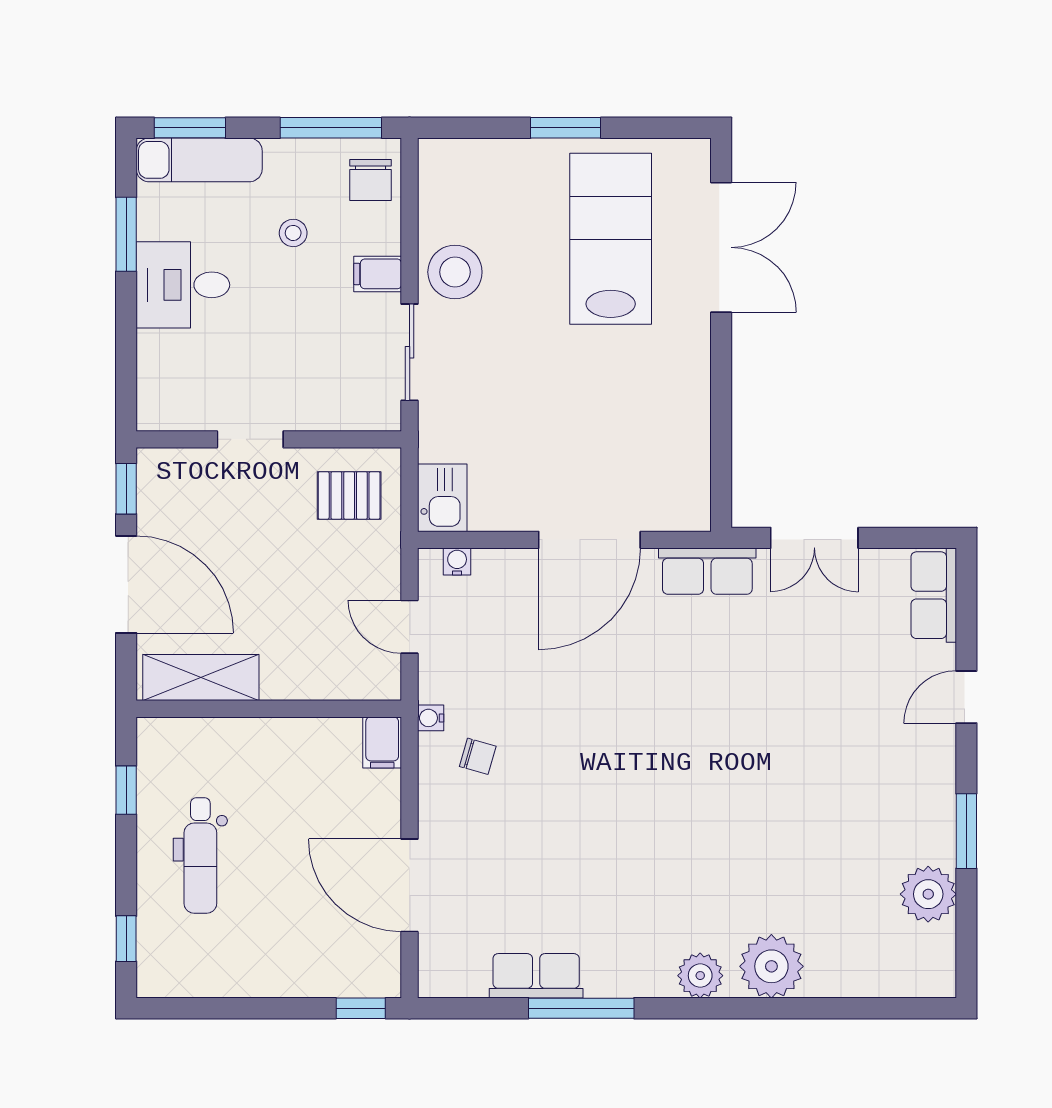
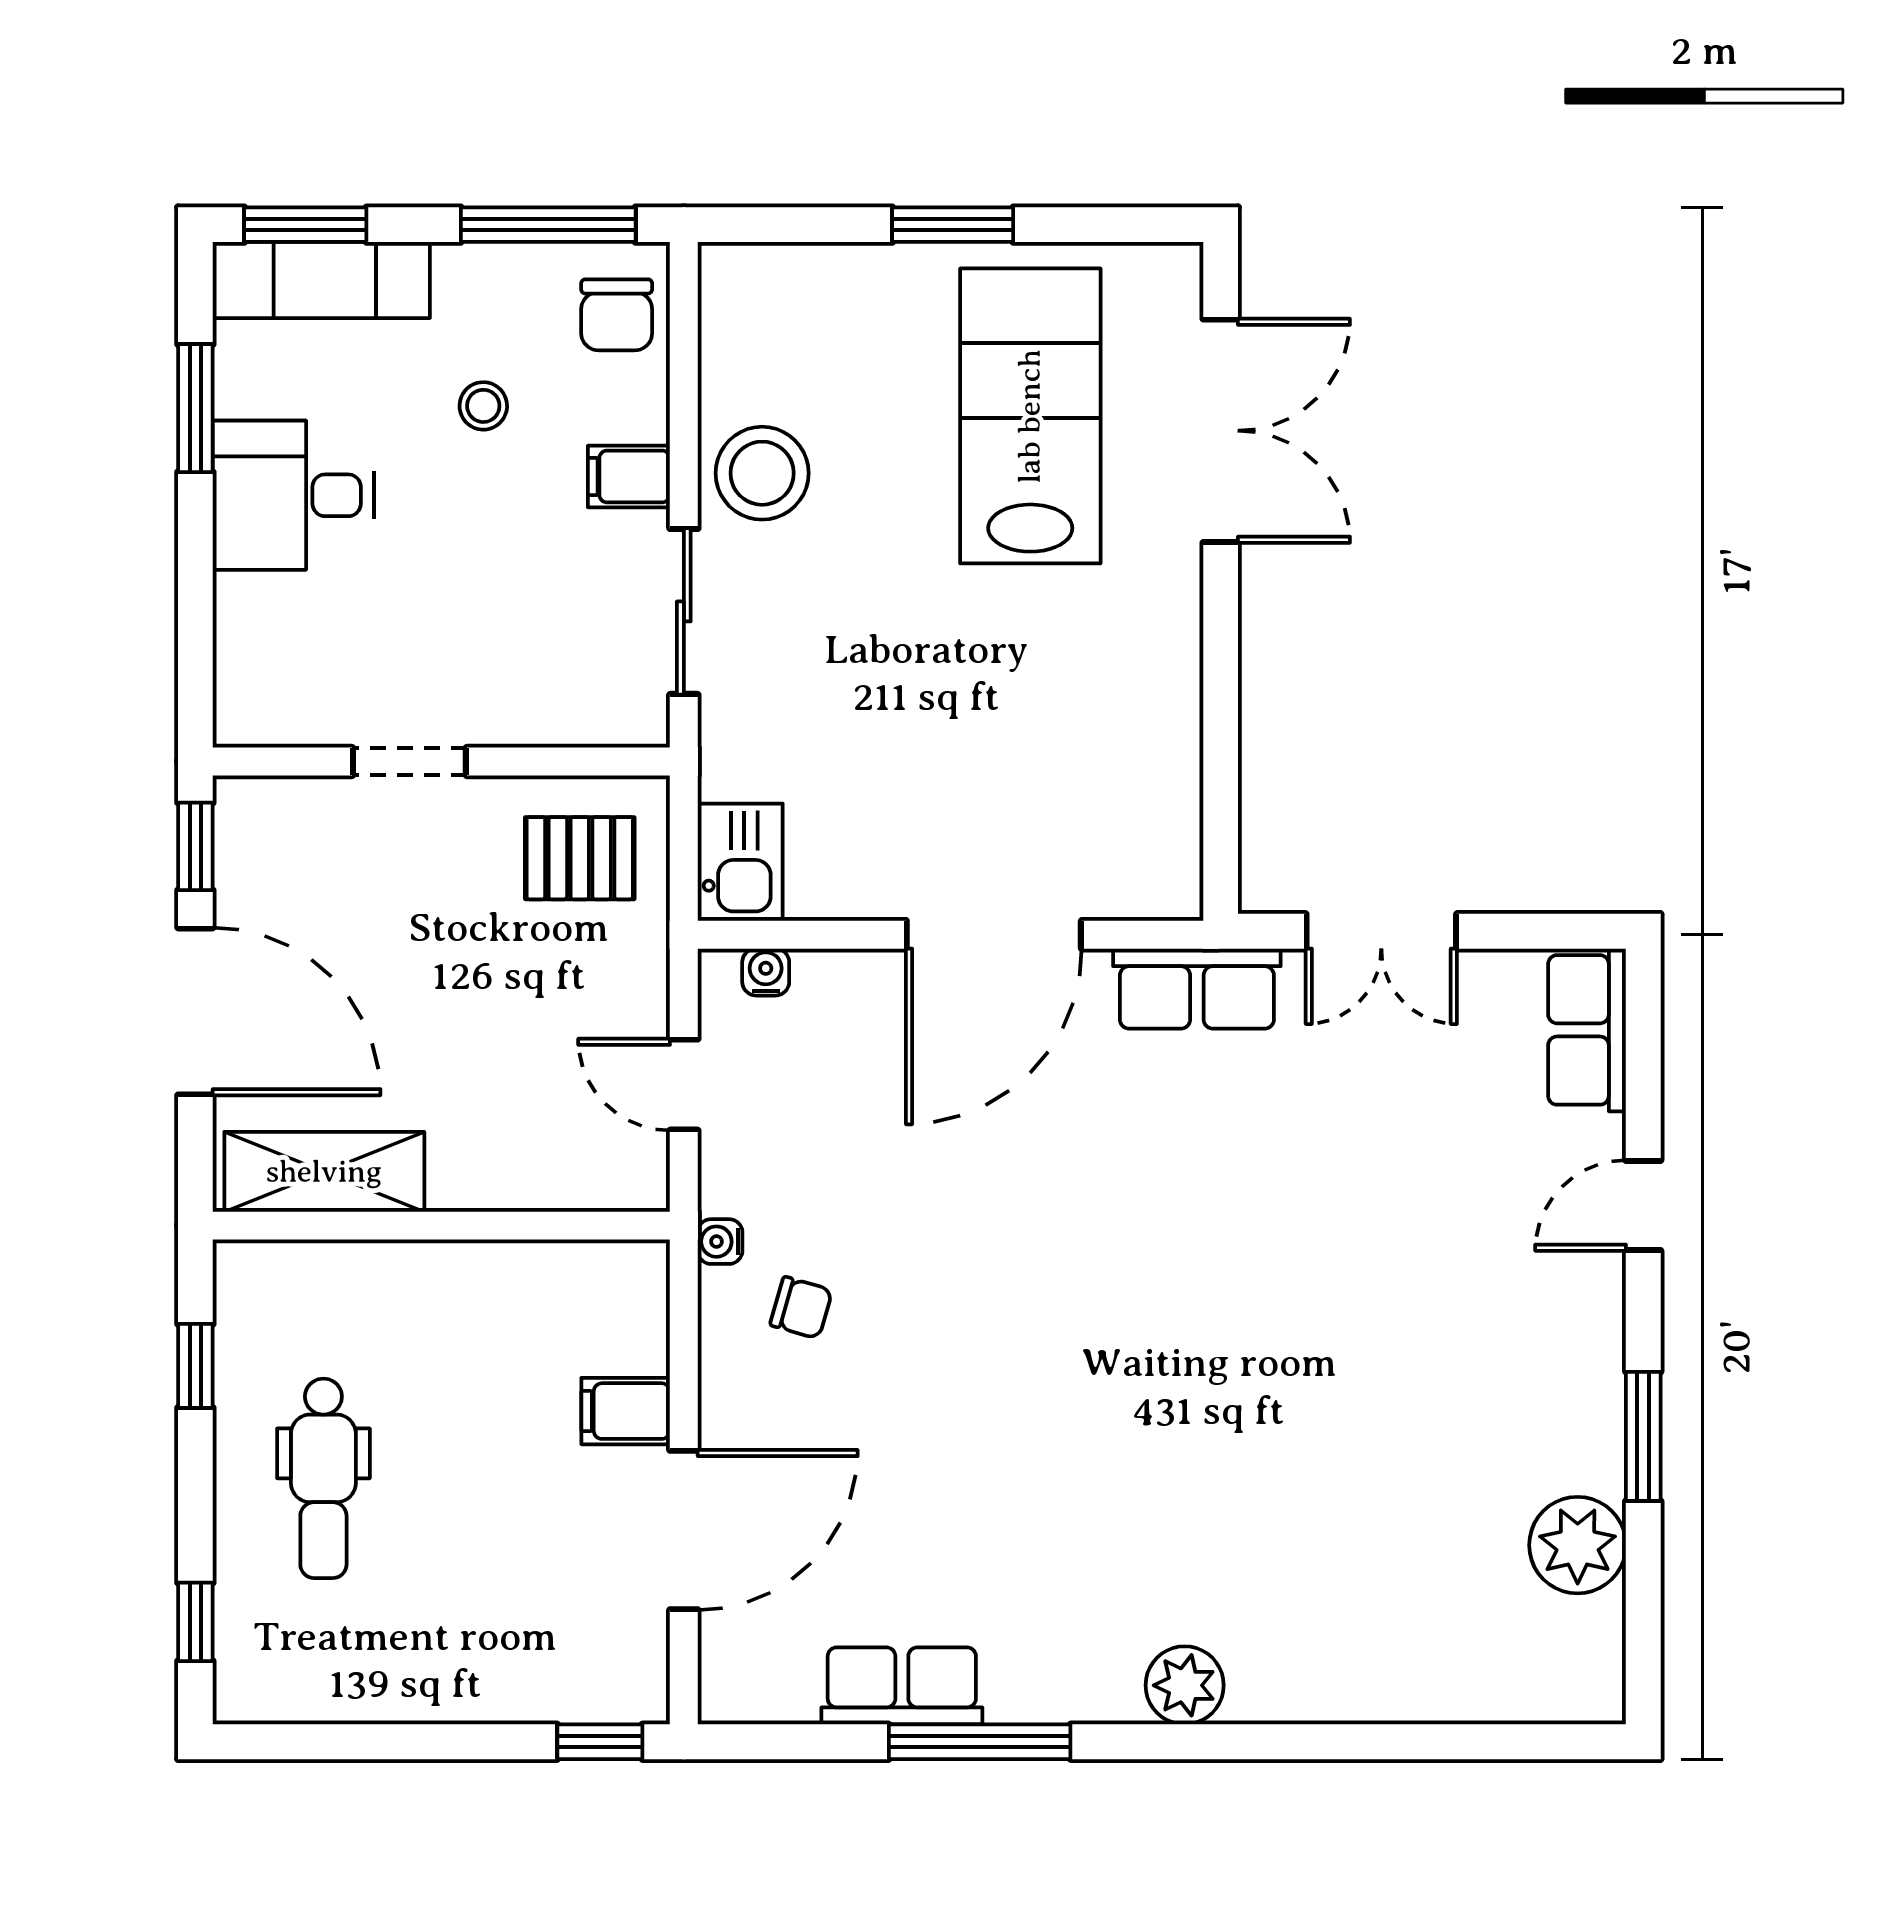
filing cabinet: (382, 742) -> (626, 1411), moved, turned 90
door: (410, 885) -> (684, 1530), swing flipped
plant: (771, 966) -> (1307, 1669), removed

